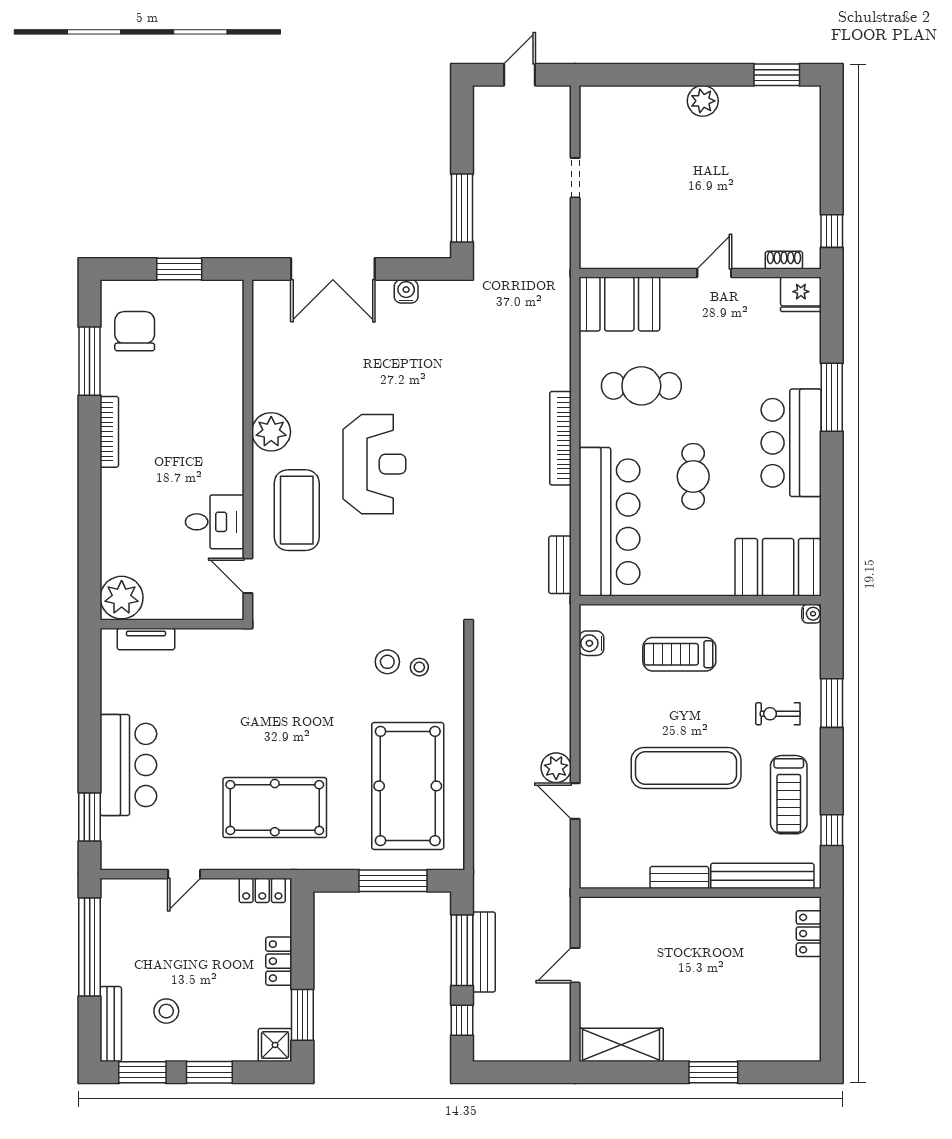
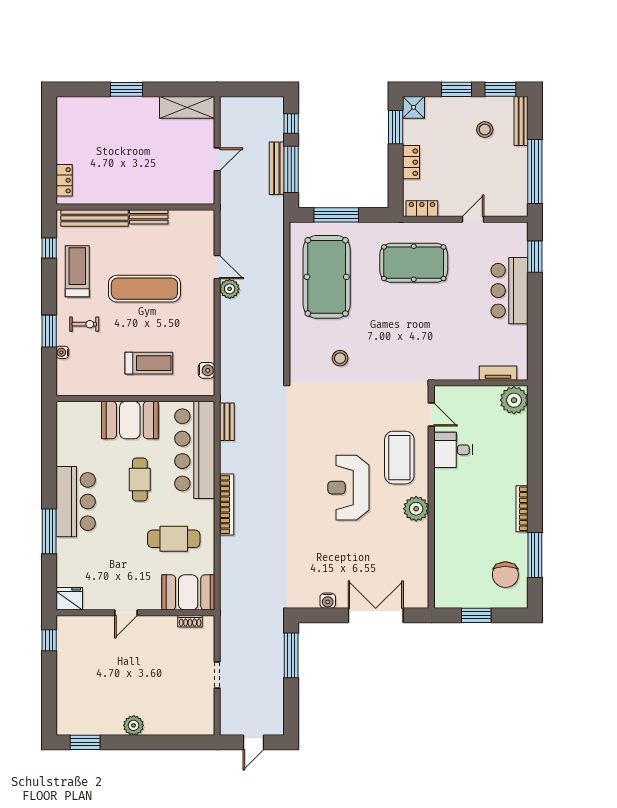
shoe rack: (784, 260) -> (190, 621), moved
booth: (778, 567) -> (130, 420), moved
water cooler: (812, 614) -> (62, 352), moved
stool: (419, 667) -> (319, 355), removed

